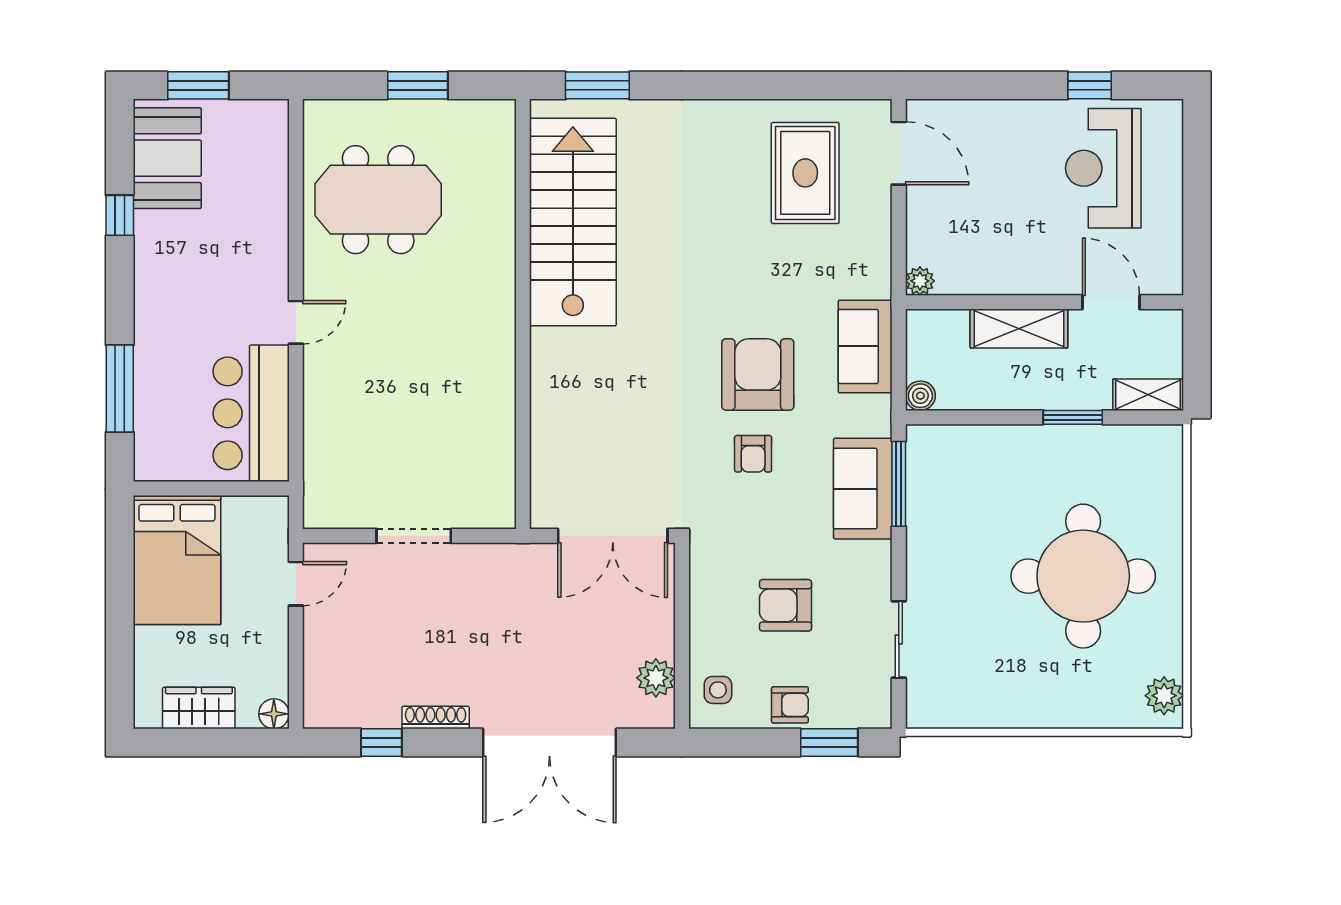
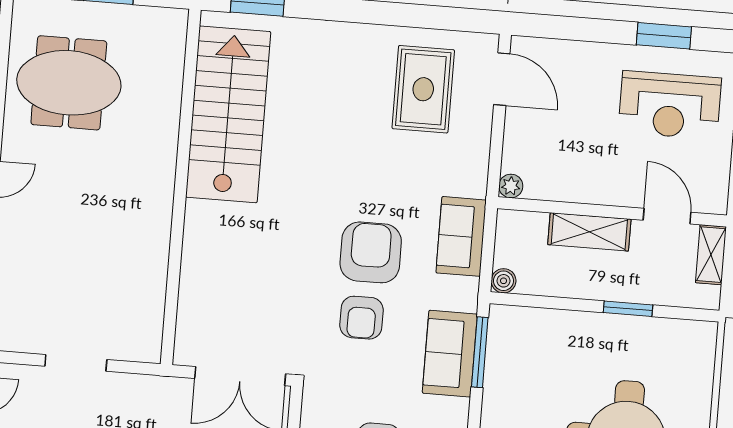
window: (1090, 85) -> (664, 36), width x1.50
reception desk: (1103, 168) -> (670, 105), turned -90
shelving: (1148, 395) -> (711, 255), moved, turned 90
armchair: (753, 454) -> (361, 318), width x1.38, depth x1.38

